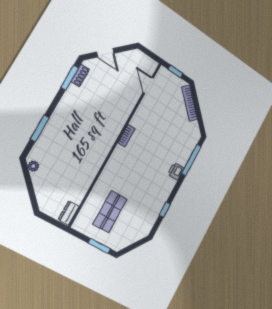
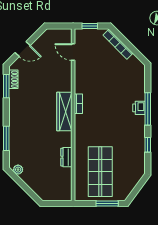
wardrobe: (110, 135) -> (64, 111), added
window: (191, 160) -> (148, 109), moved
shop shelf: (110, 212) -> (100, 172), width x1.43, depth x1.36
dresser: (69, 213) -> (66, 157), moved

